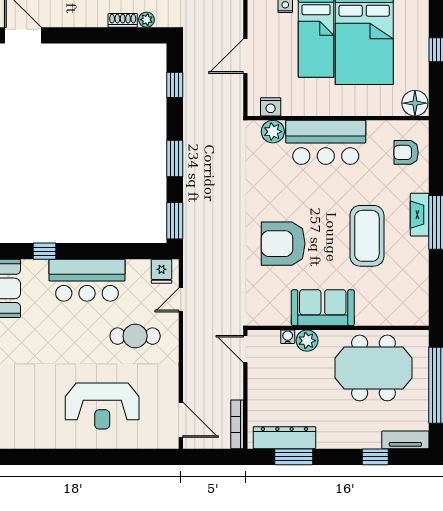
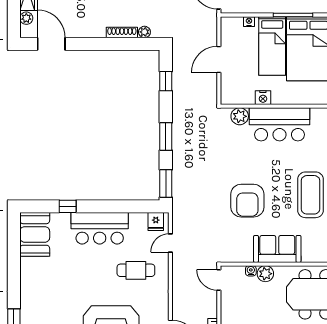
shoe rack: (123, 20) -> (122, 32), width x1.43
nightstand: (271, 107) -> (263, 98), moved
armchair: (283, 244) -> (247, 201), turned -90

